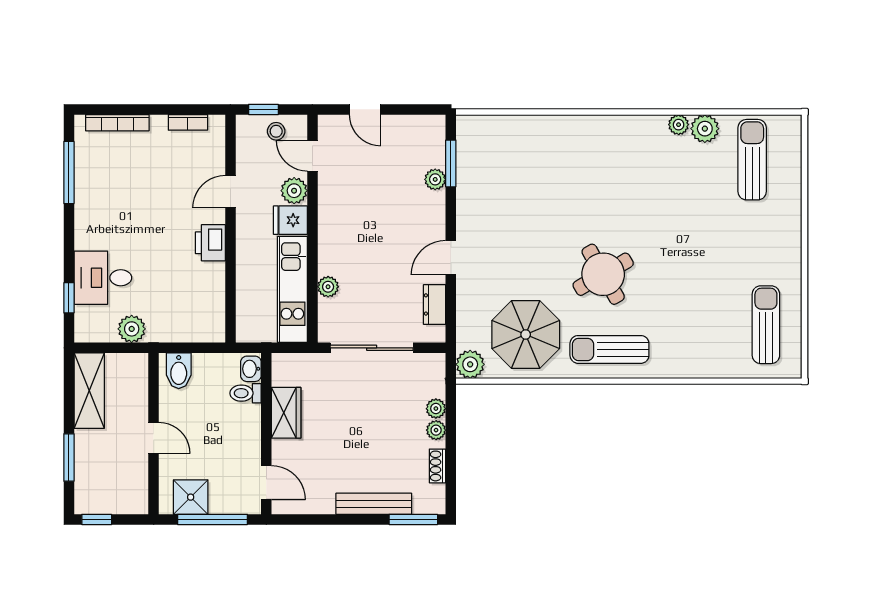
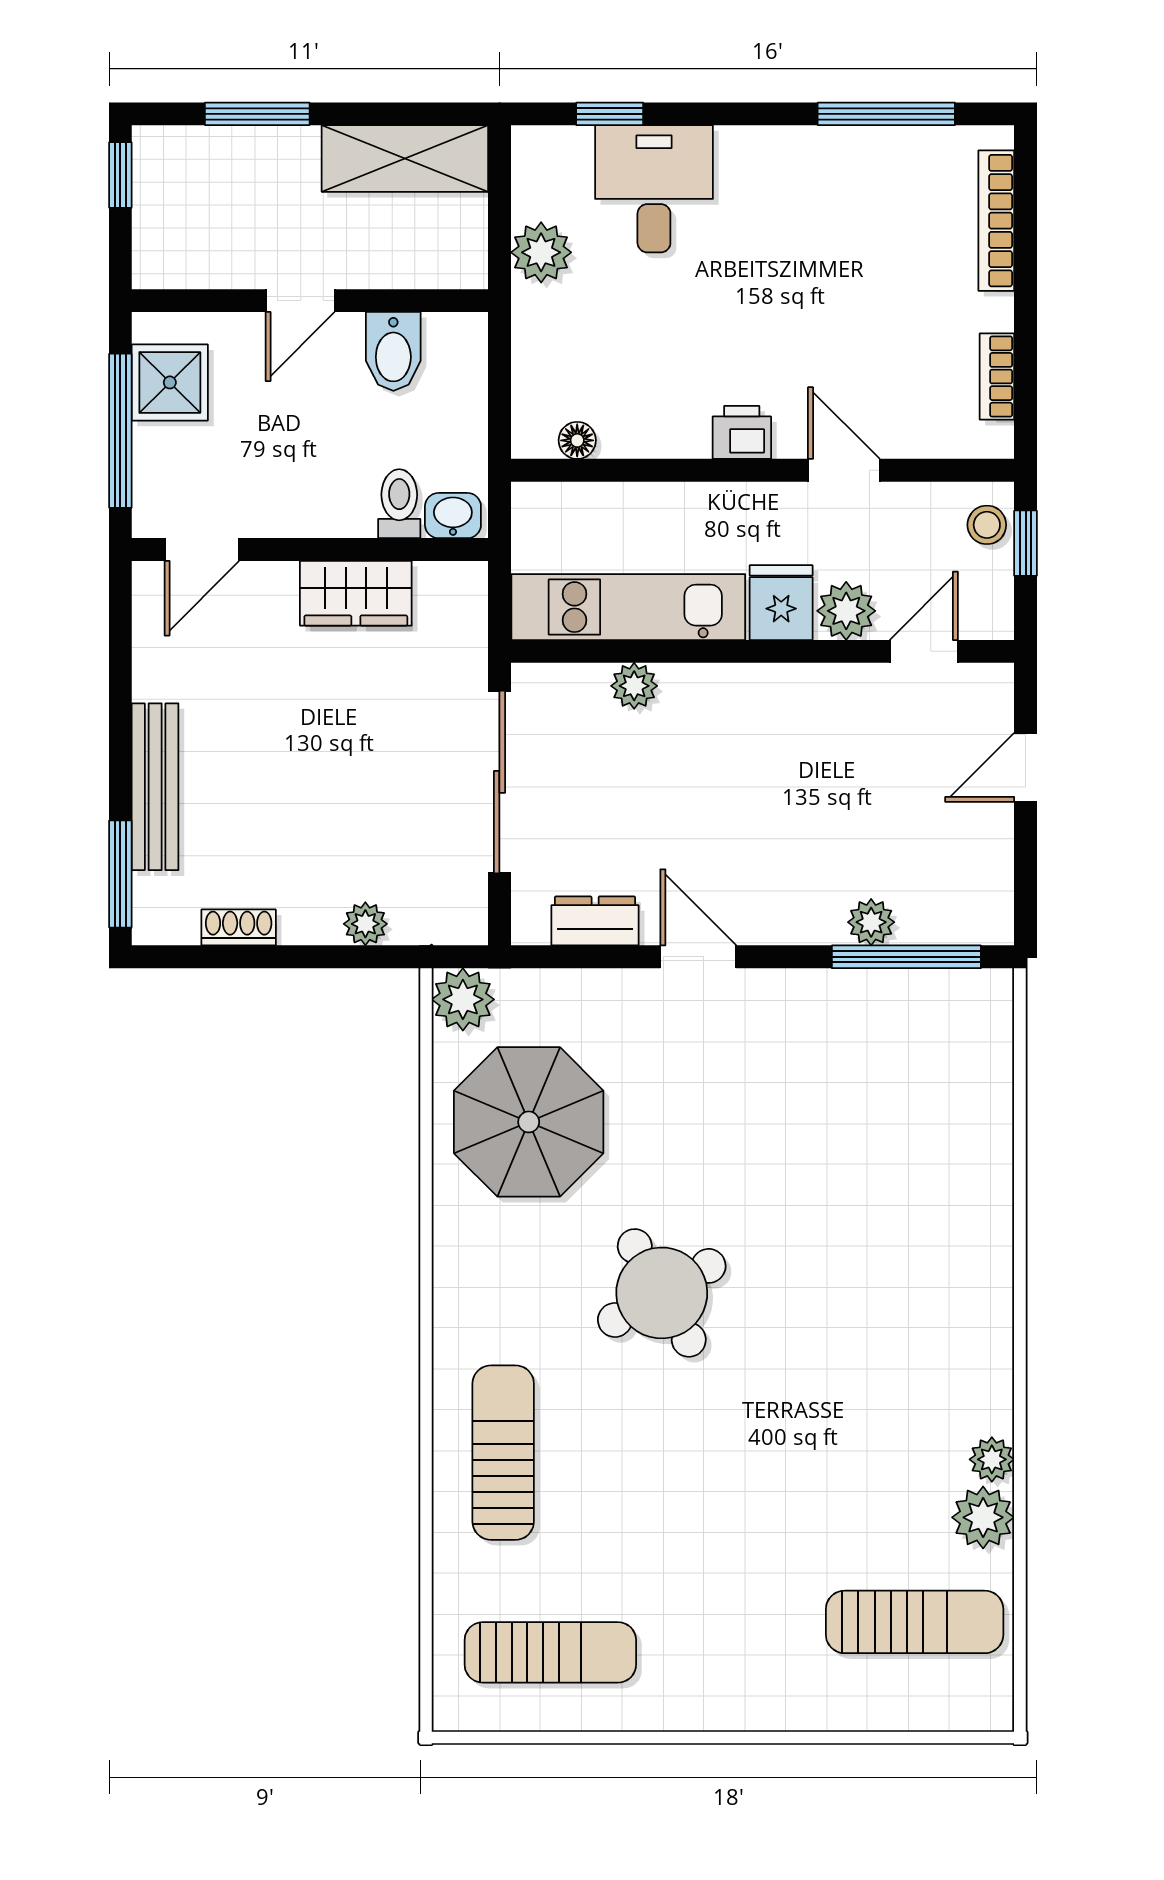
stool: (276, 131) -> (987, 525), moved
window: (451, 163) -> (906, 957), width x1.44
printer: (210, 243) -> (742, 432), width x0.73, depth x0.81
floor lamp: (217, 313) -> (577, 440), added
sun lounger: (609, 349) -> (503, 1453), moved
bidet: (179, 371) -> (393, 351), moved, turned -90
plant: (436, 430) -> (318, 924), removed

